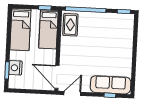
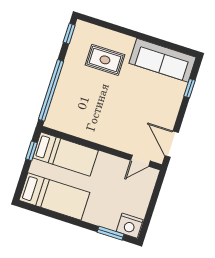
rug: (70, 25) -> (105, 60), moved
nightstand: (15, 68) -> (130, 226), moved
door: (57, 77) -> (140, 161), width x0.53
sofa: (111, 85) -> (163, 60), moved, turned -90

